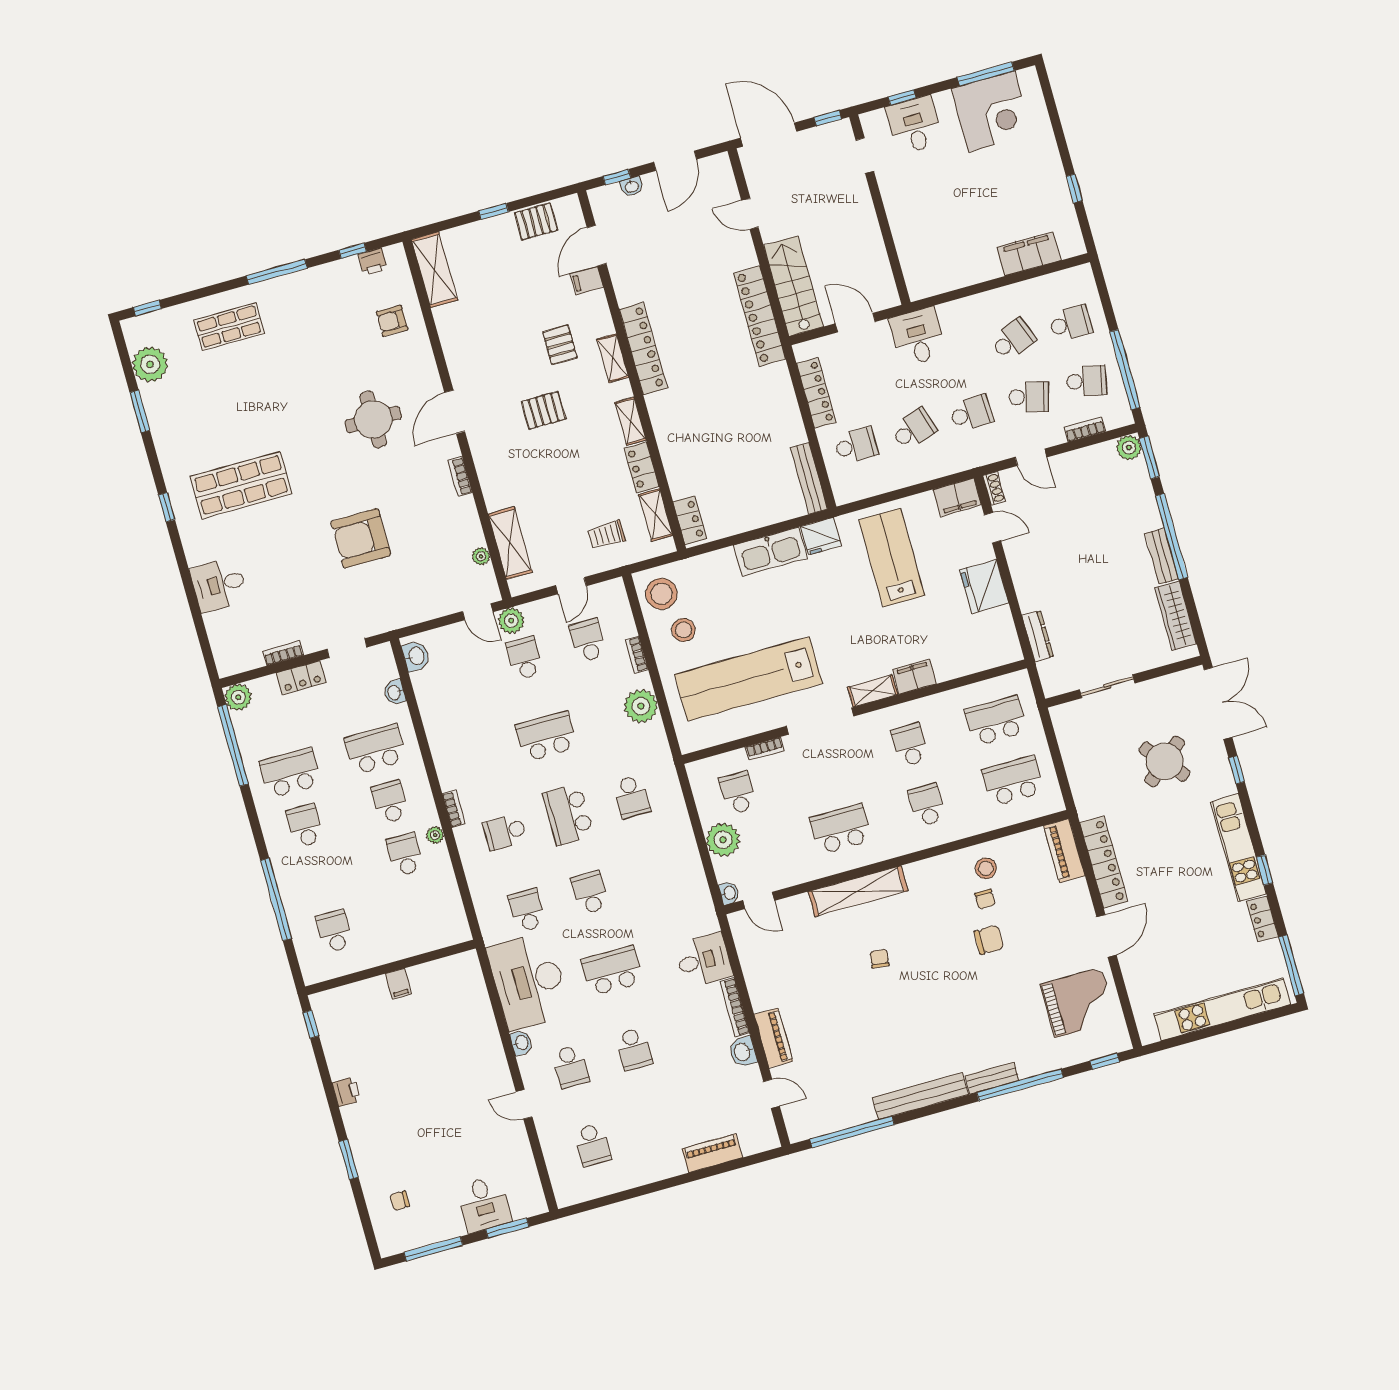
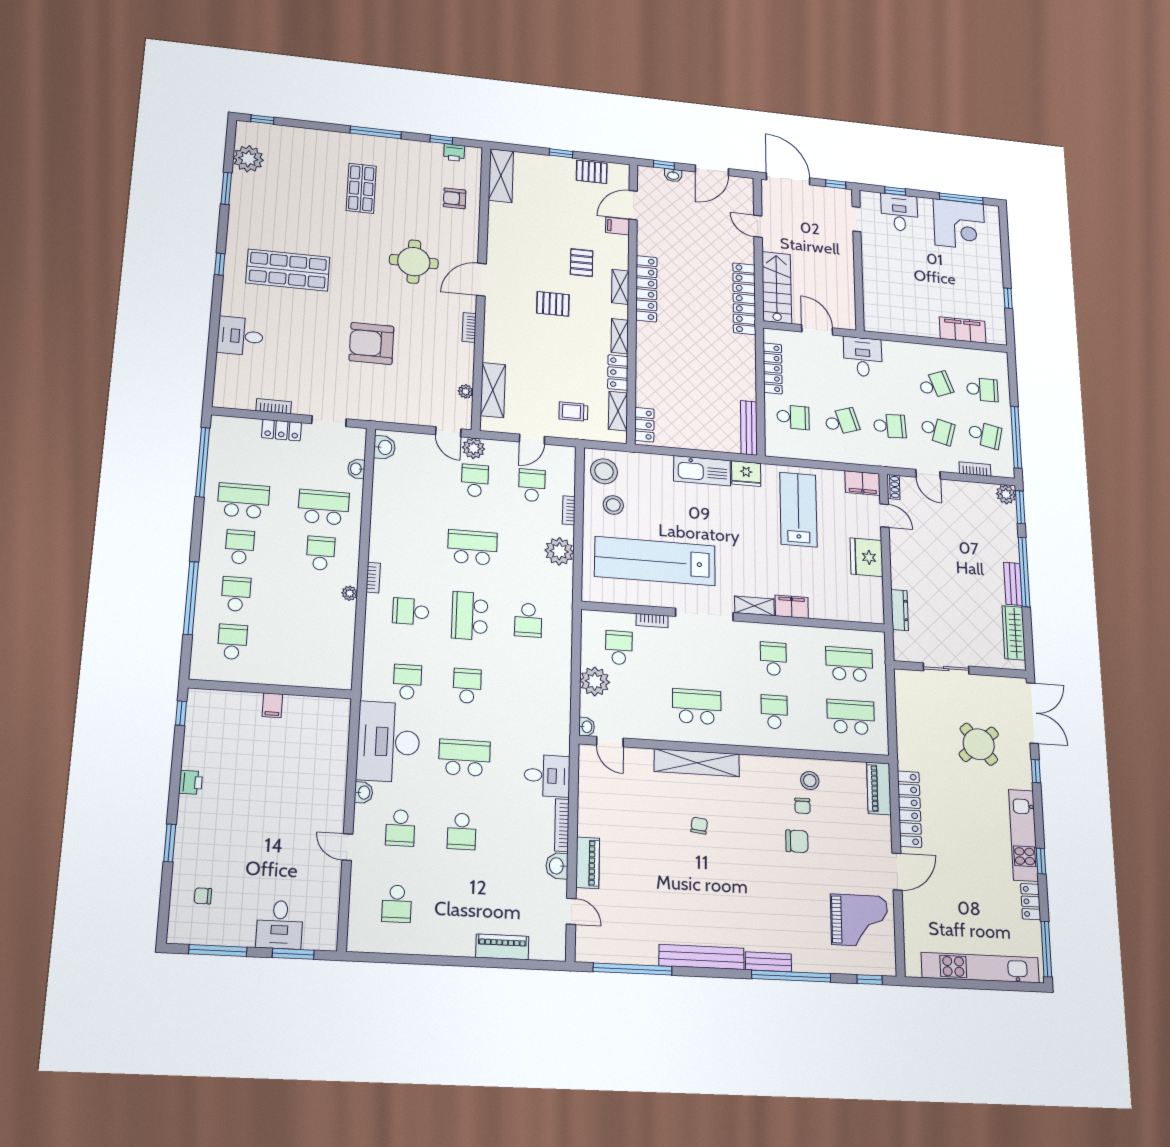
shop shelf: (229, 327) -> (361, 188), moved, turned 90
plant: (238, 697) -> (222, 426), removed
school desk: (405, 855) -> (236, 594), moved

